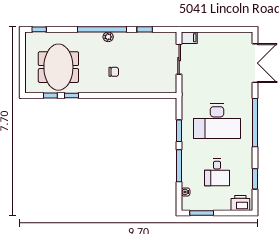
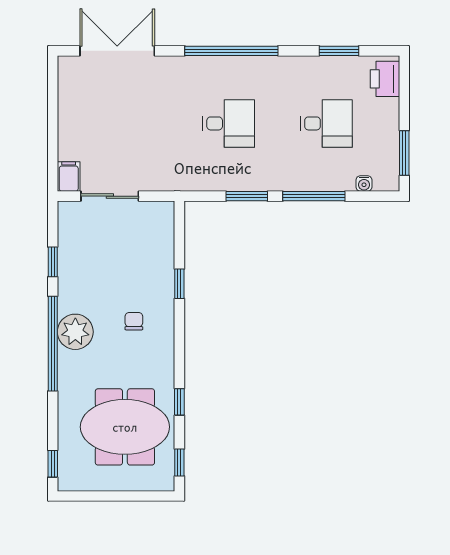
plant: (108, 37) -> (75, 332), width x1.88, depth x1.88
window: (50, 96) -> (179, 463), moved
window: (133, 96) -> (179, 284), added
desk: (217, 121) -> (229, 123), width x0.53, depth x0.77

